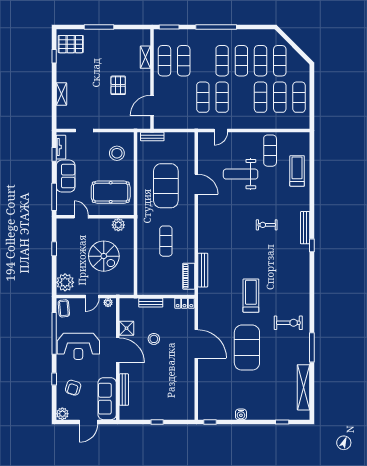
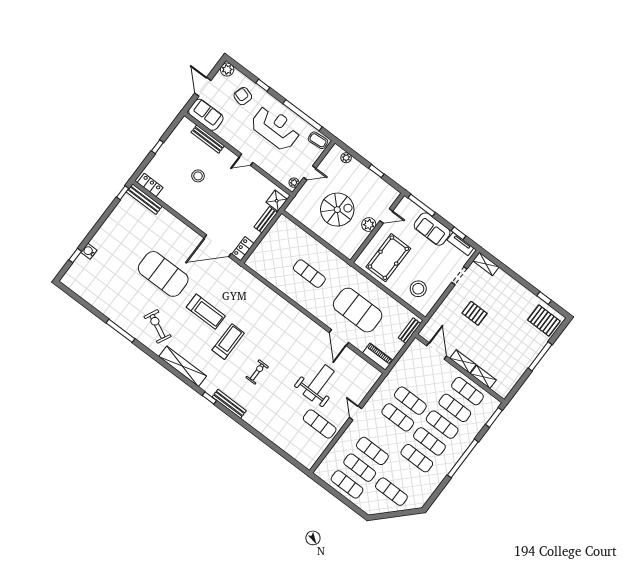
pallet: (71, 44) -> (544, 321), turned 90
exercise mat: (261, 61) -> (442, 425), moved
shelving: (145, 81) -> (463, 361), added
pallet: (118, 85) -> (475, 313), moved
shelving: (61, 94) -> (486, 264), moved
door: (221, 130) -> (356, 413), moved
treadmill: (297, 171) -> (228, 342), moved, turned -90
door: (196, 184) -> (339, 338), hinge flipped
plant: (118, 225) -> (369, 225), moved
spiral stairs: (104, 256) -> (337, 210), turned 180
bench: (203, 270) -> (144, 199), moved
piano: (189, 276) -> (378, 357), moved
plant: (65, 282) -> (346, 158), width x0.53, depth x0.53
door: (92, 296) -> (310, 173), swing flipped
exercise bike: (288, 323) -> (157, 326), turned 116
shower: (127, 328) -> (277, 201), moved
stool: (154, 339) -> (198, 176), moved
door: (196, 344) -> (218, 246), moved
reception desk: (78, 346) -> (275, 128), turned 90
door: (118, 350) -> (246, 160), width x0.53
shelving: (304, 387) -> (183, 366), moved
sofa: (107, 399) -> (206, 115), width x0.73
locker: (189, 406) -> (150, 185), added
water cooler: (241, 414) -> (89, 251), moved

